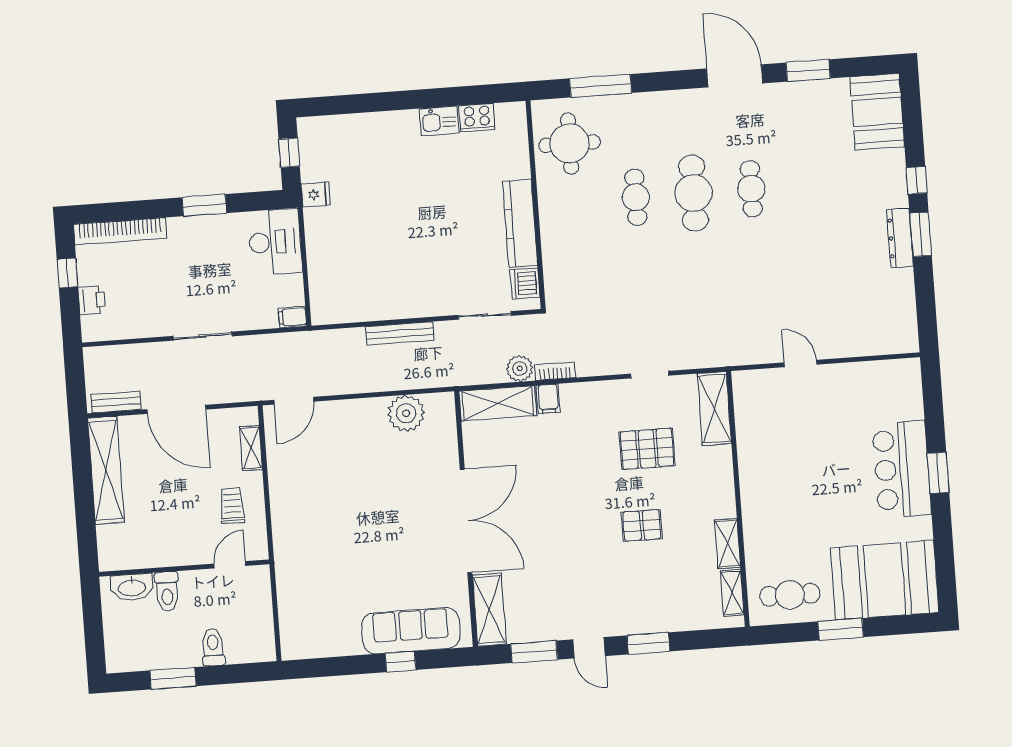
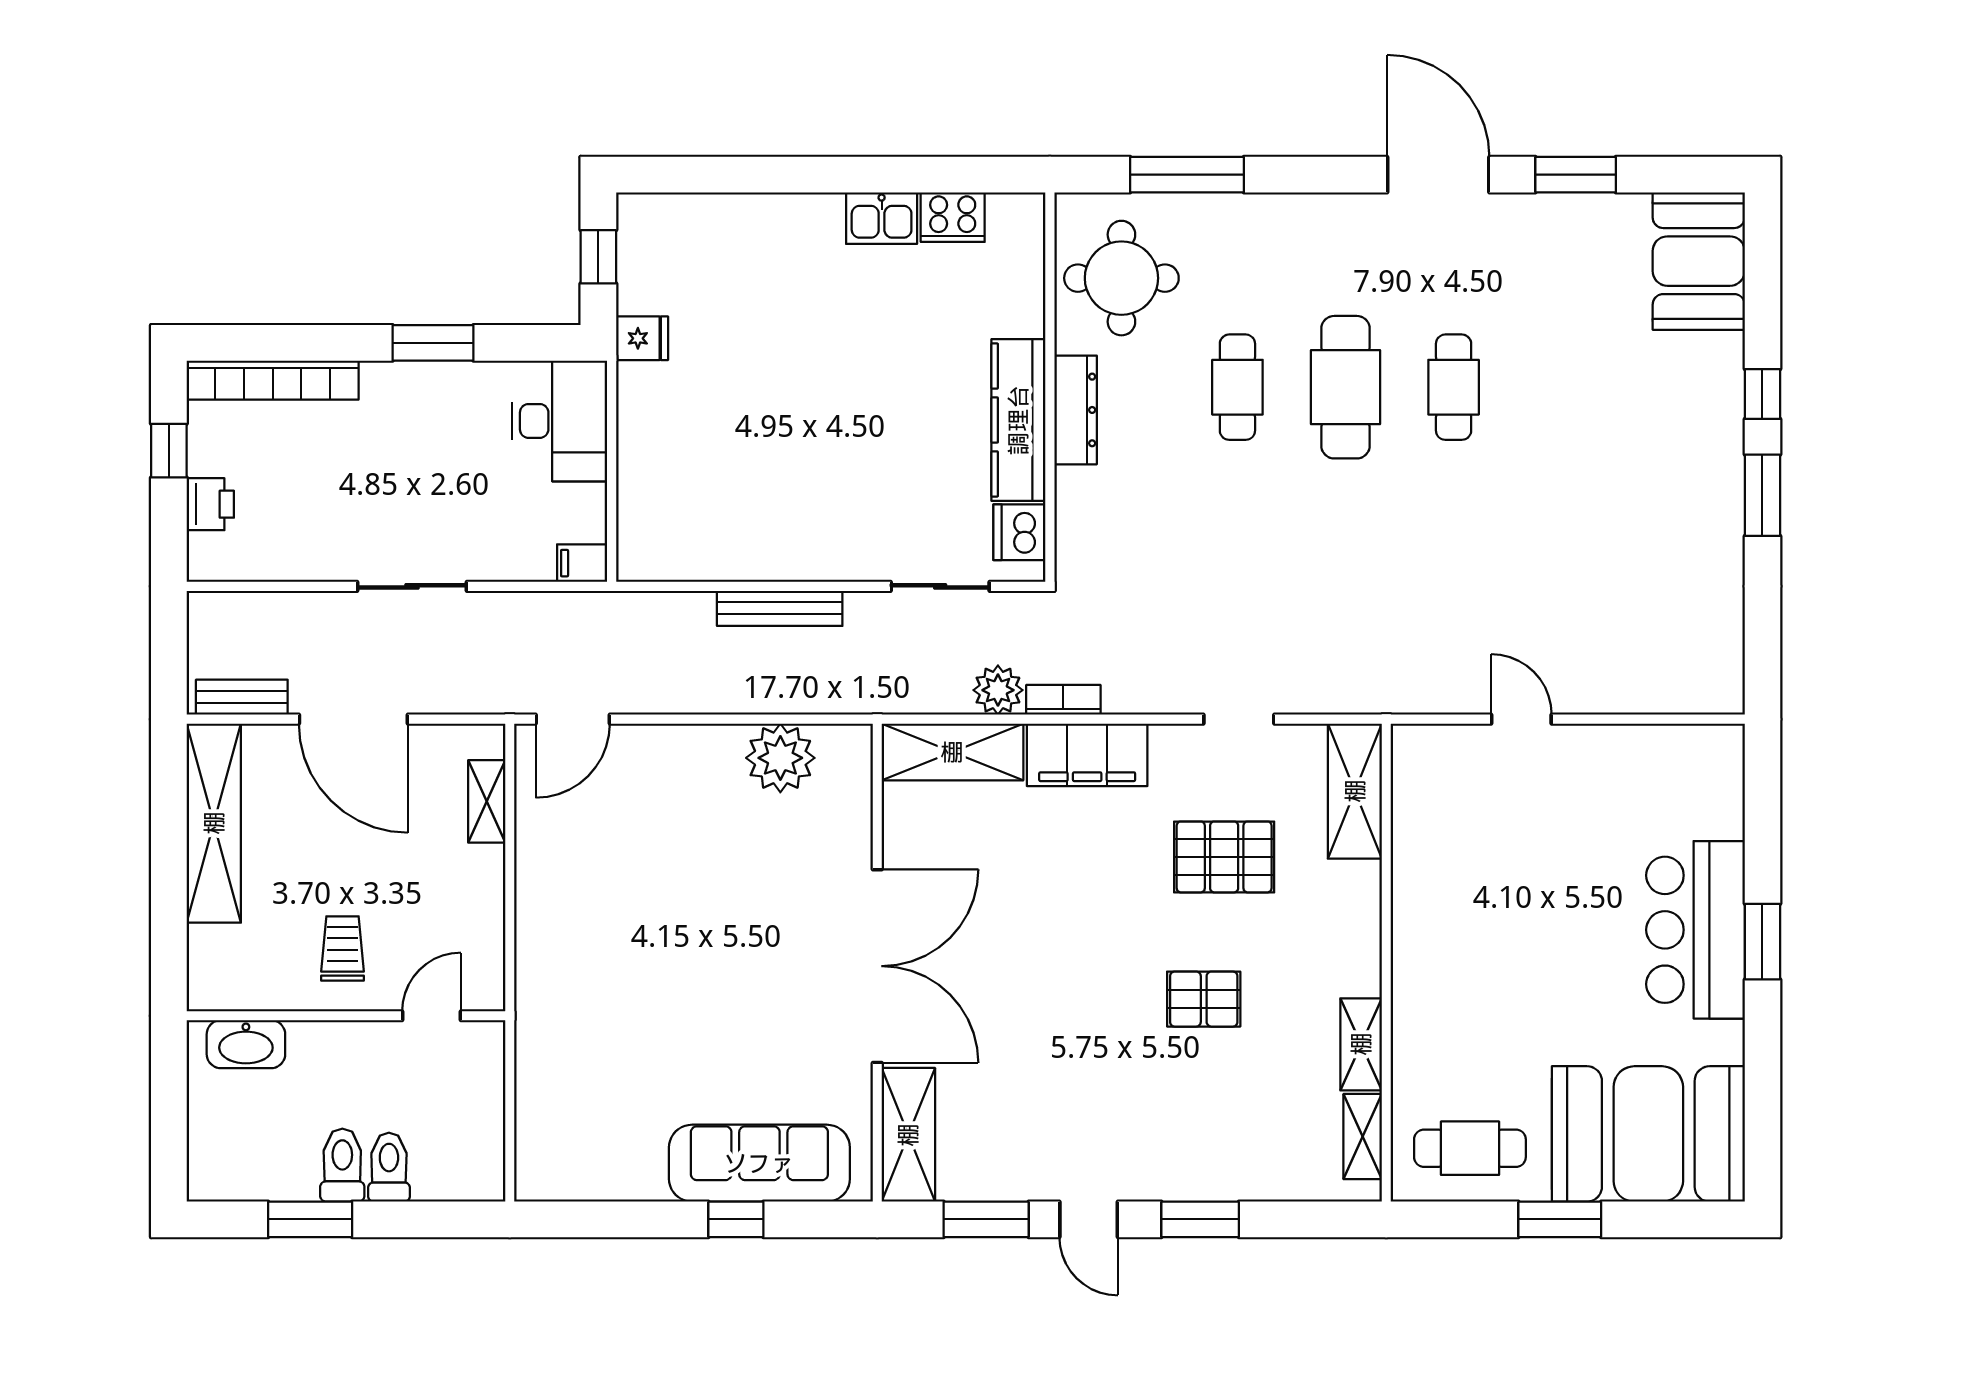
dresser: (900, 238) -> (1076, 410), moved, turned 180
filing cabinet: (548, 399) -> (1087, 755), width x3.00, depth x1.17
trolley: (232, 506) -> (343, 949), moved
toilet: (167, 591) -> (342, 1165), moved, turned 180

